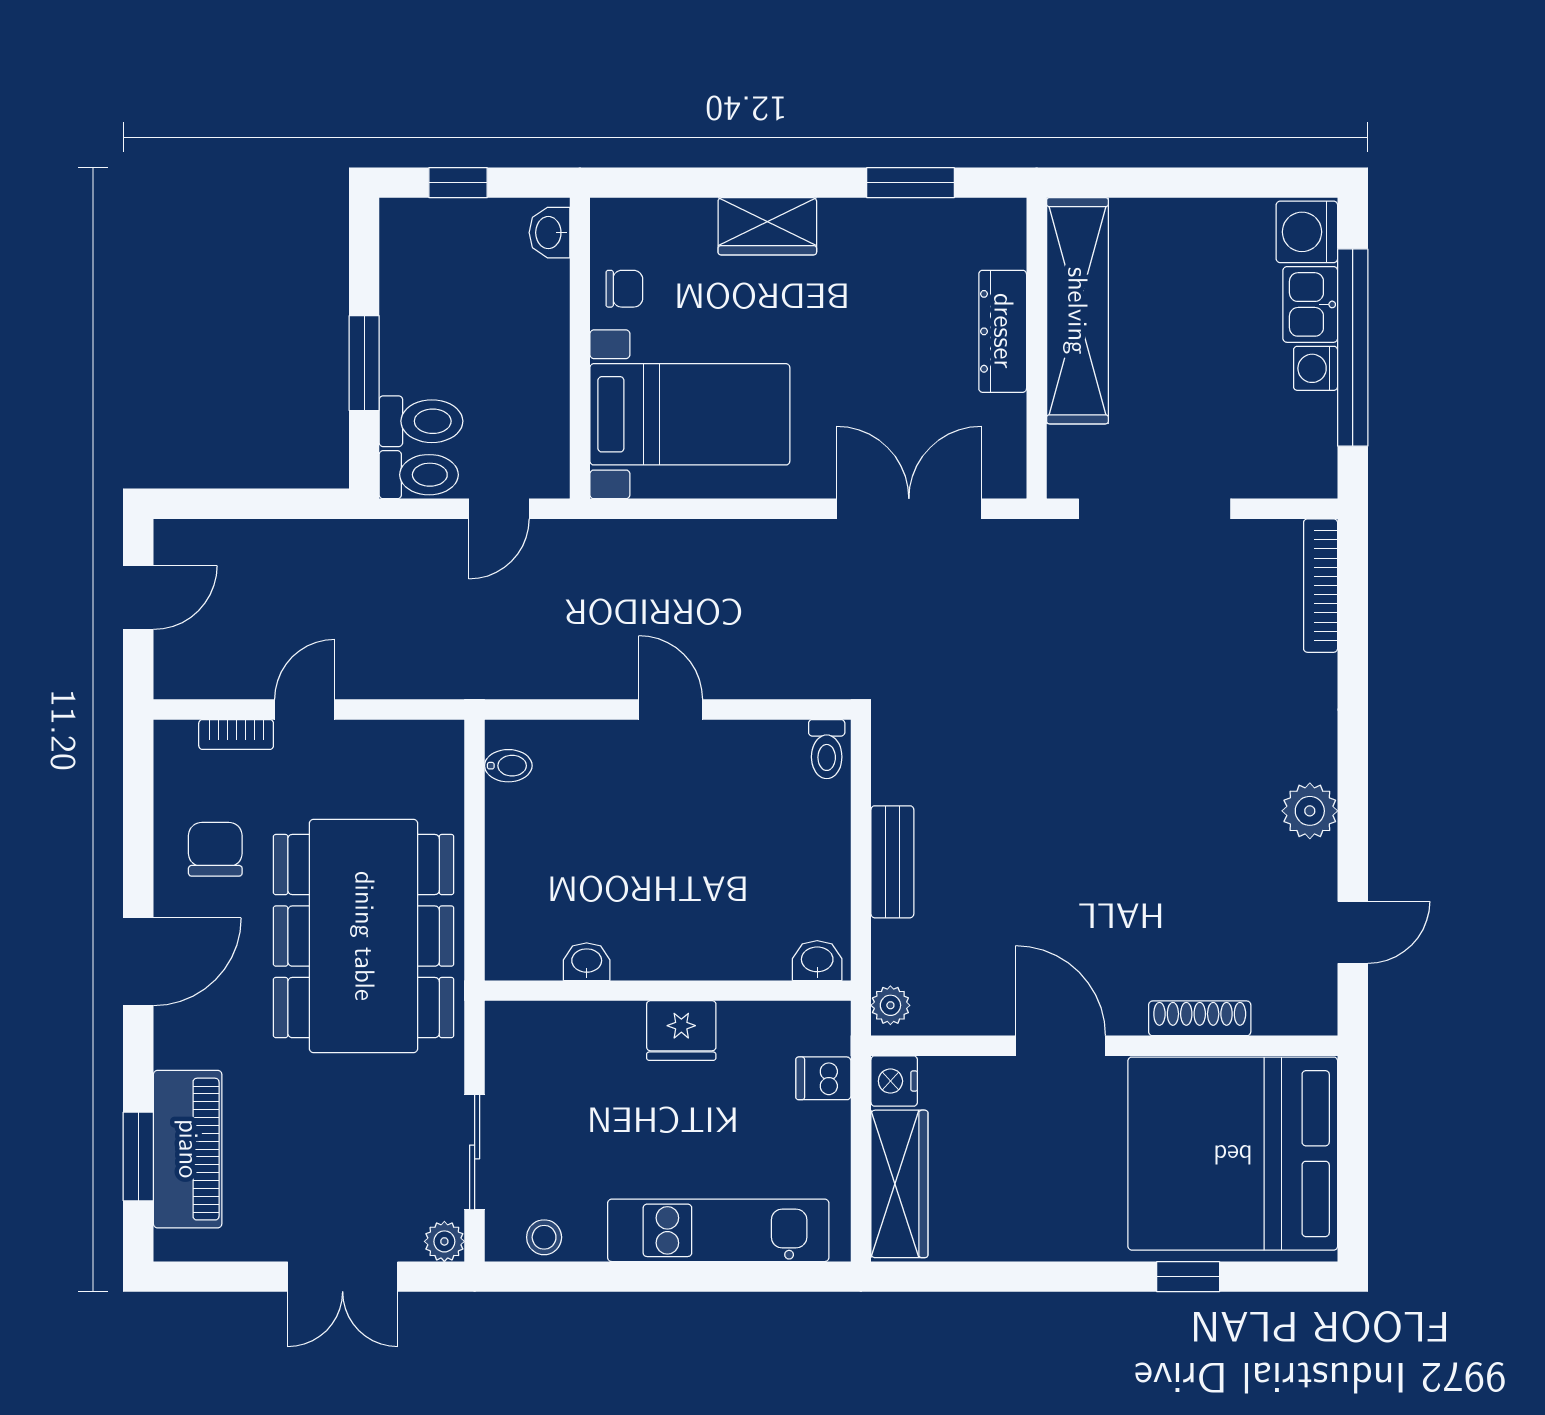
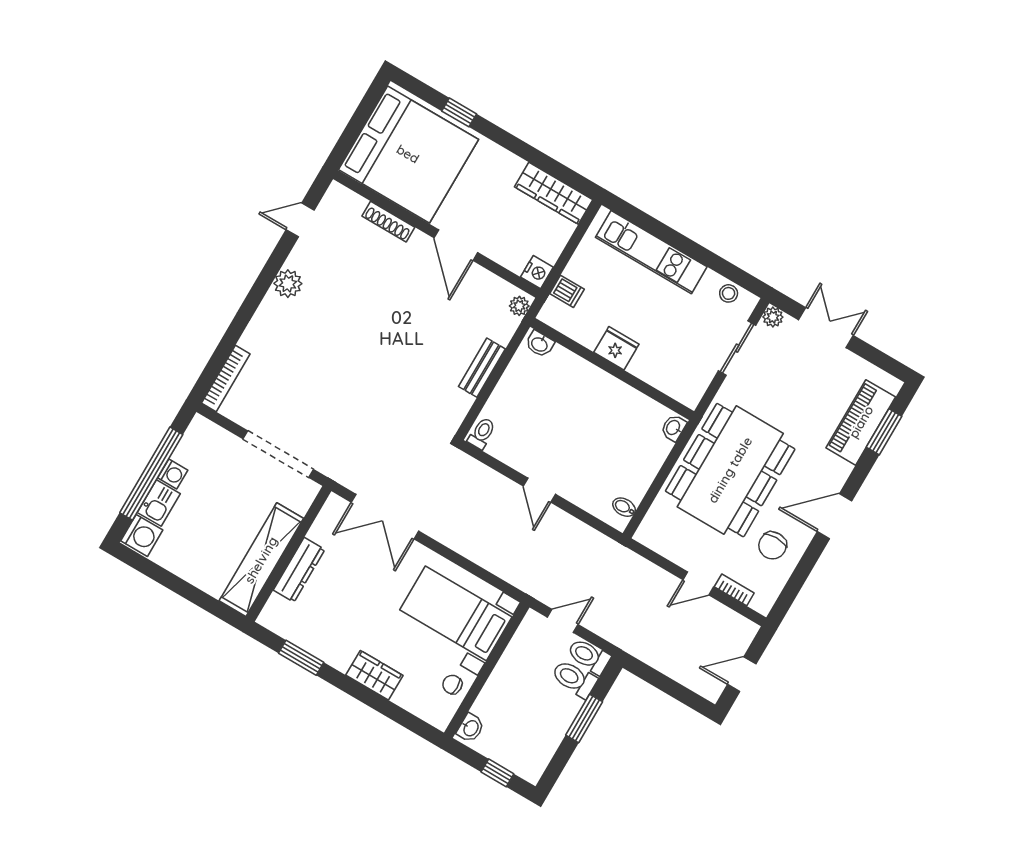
washbasin: (587, 962) -> (673, 428), moved, turned 90
wardrobe: (899, 1184) -> (554, 193), moved, turned -90

